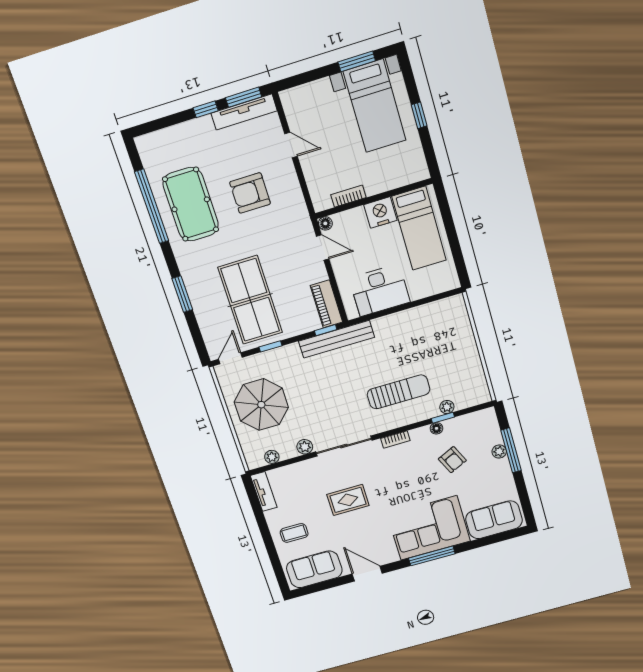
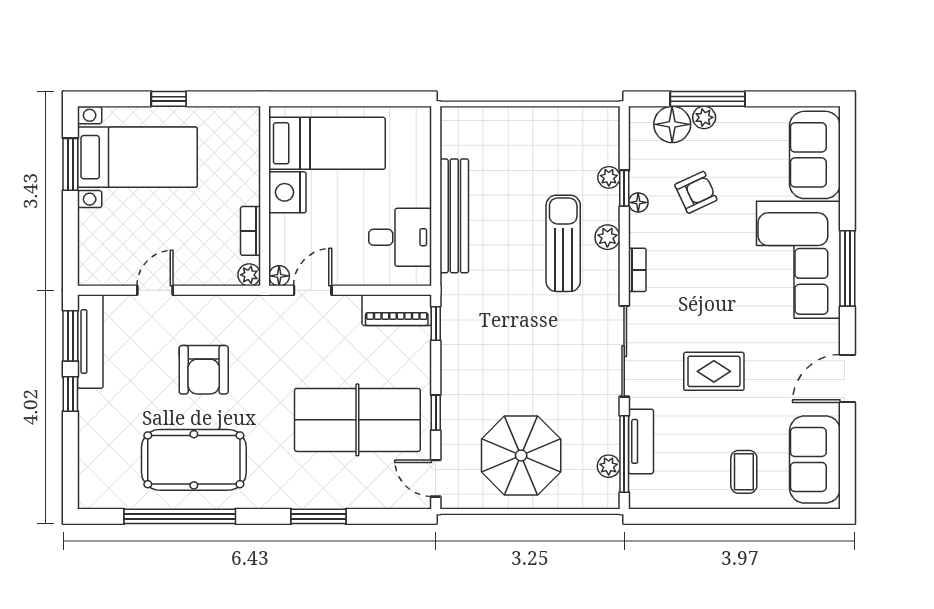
plant: (320, 204) -> (249, 275), added
desk: (380, 290) -> (400, 237), width x0.73
bench: (336, 339) -> (454, 216), moved
floor lamp: (490, 434) -> (672, 124), added
plant: (305, 447) -> (607, 237), moved
window: (282, 464) -> (624, 454), added
tv unit: (264, 491) -> (641, 441), moved, turned 90
rug: (348, 500) -> (714, 371), turned 90

